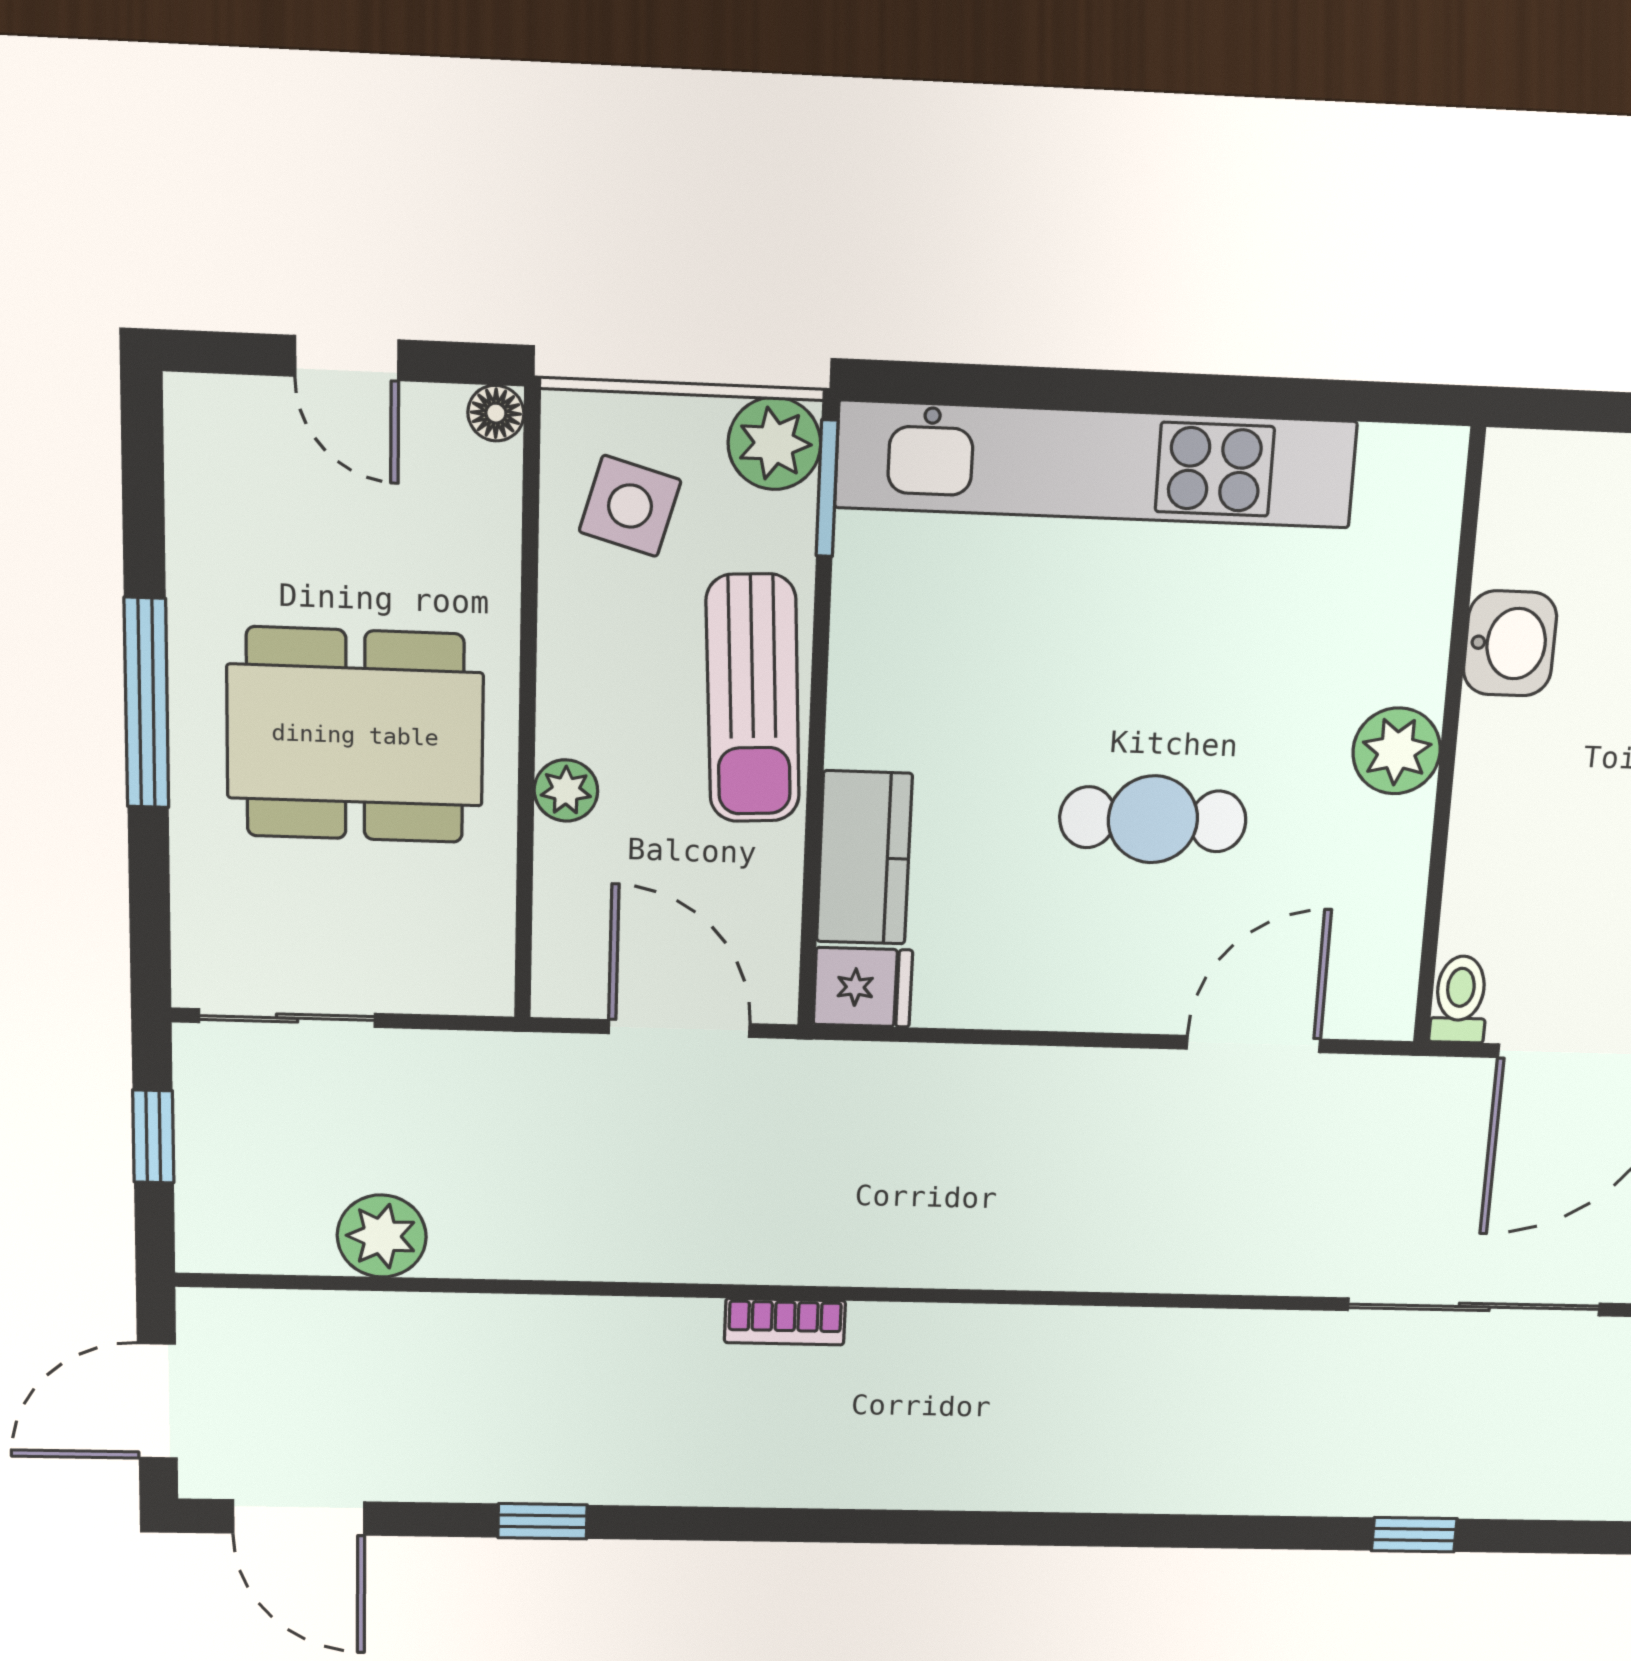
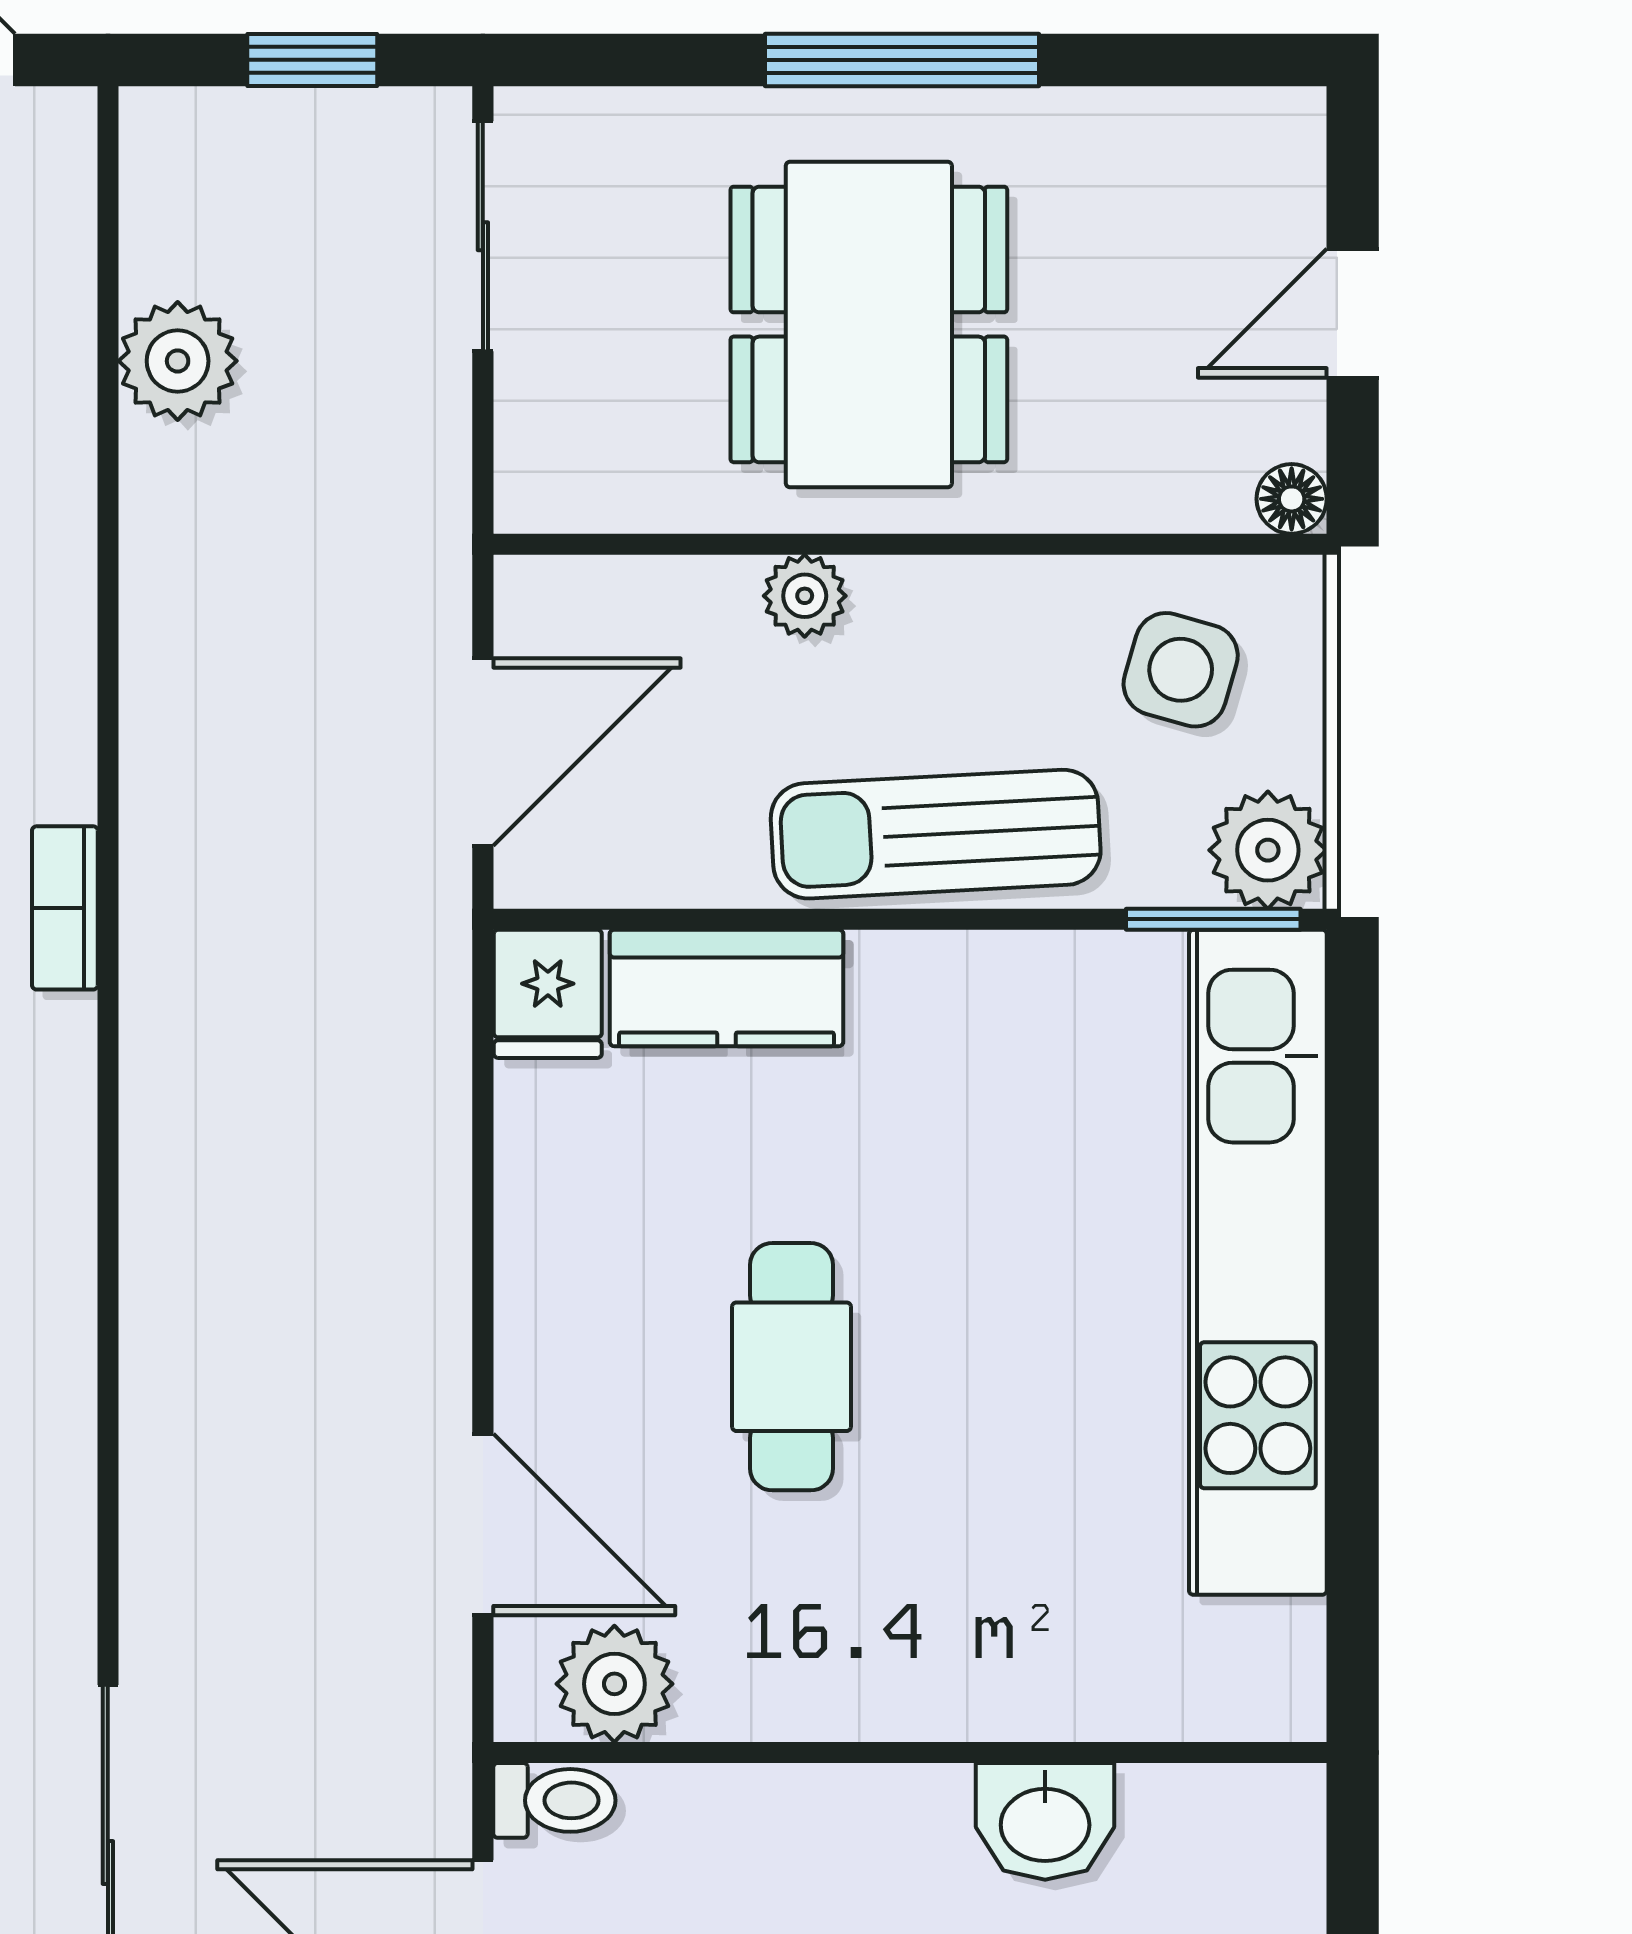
plant: (1397, 751) -> (614, 1684), moved

